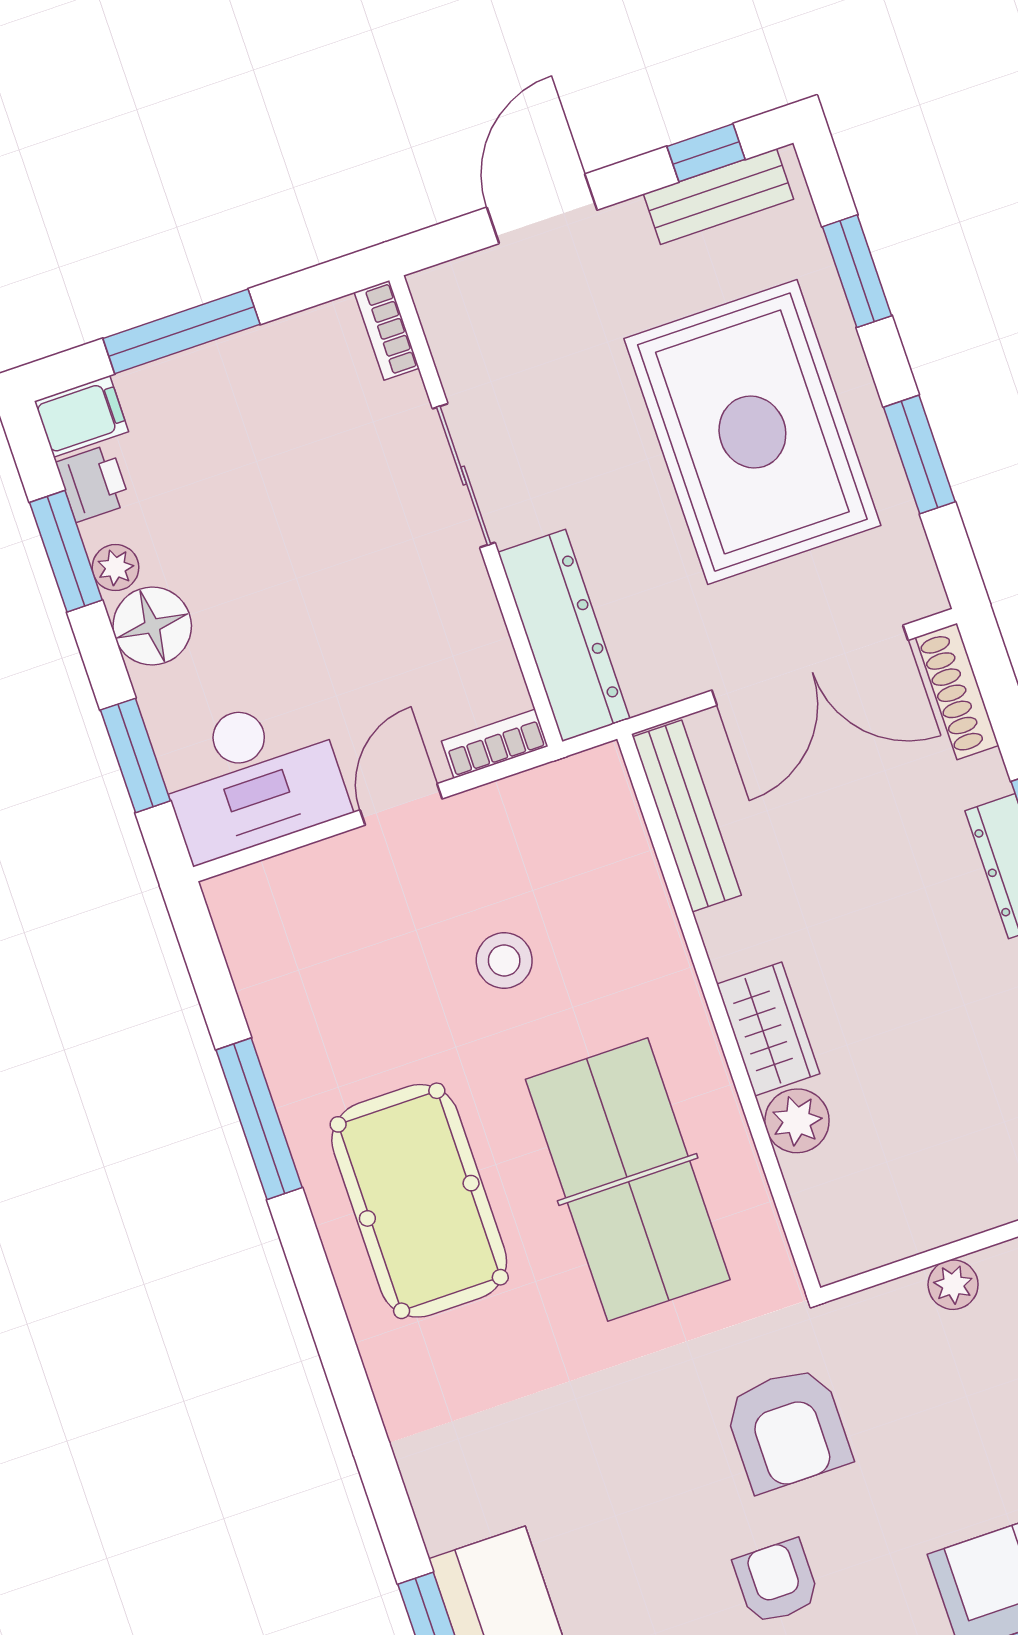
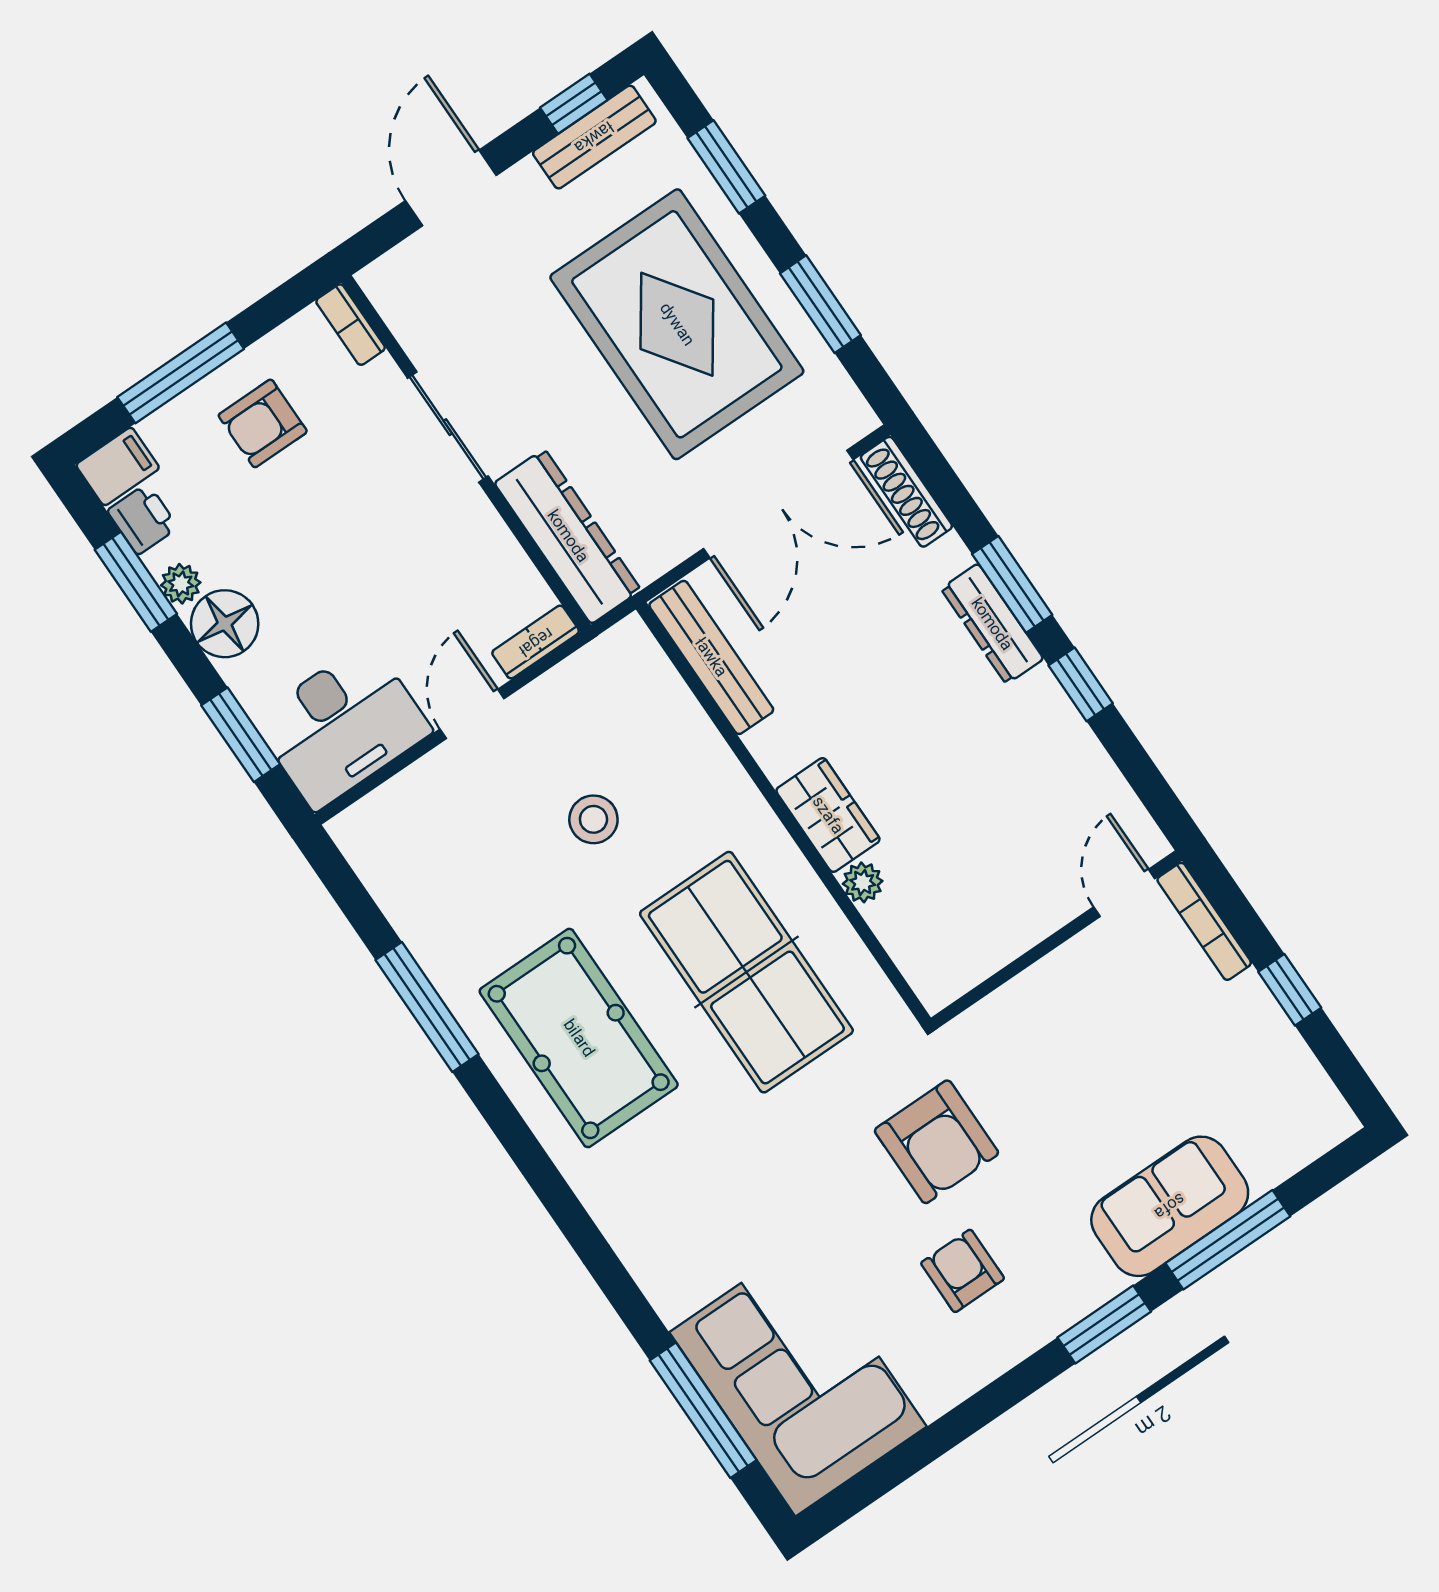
armchair: (257, 414) -> (263, 423), added
plant: (797, 1121) -> (863, 882), width x0.73, depth x0.73
plant: (953, 1285) -> (1040, 984), removed

